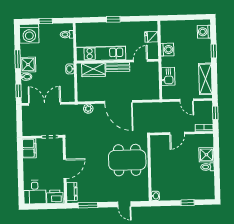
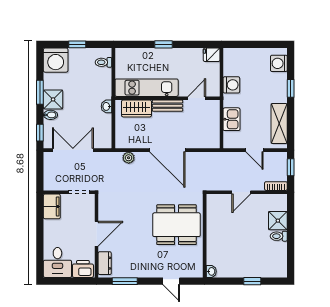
fridge: (151, 37) -> (212, 55), moved

